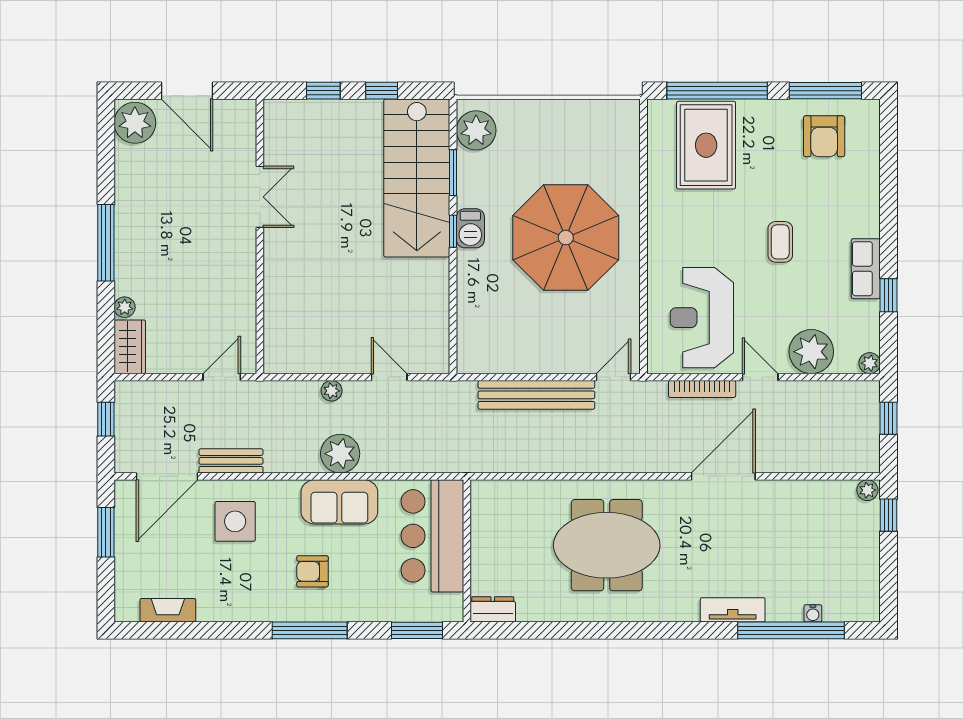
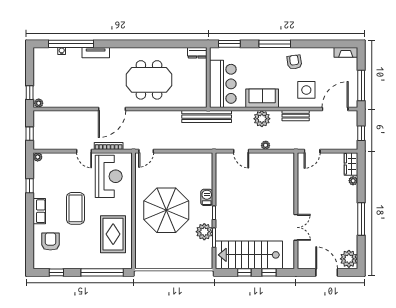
window: (825, 91) -> (56, 272), width x0.46
plant: (476, 130) -> (204, 232), moved
armchair: (824, 136) -> (50, 241), moved
rug: (706, 145) -> (113, 234), moved
stairs: (417, 178) -> (249, 255), moved, turned -90
double door: (260, 197) -> (296, 227), swing flipped
barbecue: (470, 228) -> (207, 197), moved
coffee table: (780, 242) -> (76, 208), width x1.86, depth x1.72
window: (106, 243) -> (361, 219), moved
row of seats: (866, 269) -> (39, 211), moved
plant: (811, 352) -> (62, 162), removed
bench: (536, 395) -> (207, 117), moved
bench: (231, 461) -> (296, 116), moved
door: (723, 476) -> (112, 109), moved
window: (106, 532) -> (361, 85), width x1.44
armchair: (312, 571) -> (294, 62), moved, turned -98
fireplace: (168, 610) -> (346, 52), moved

